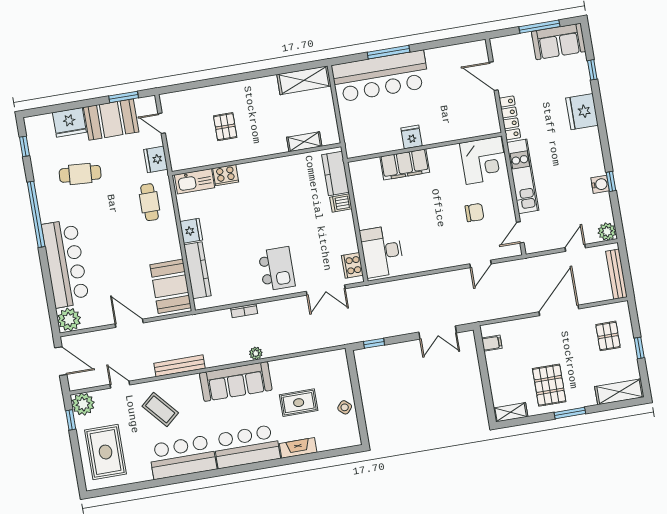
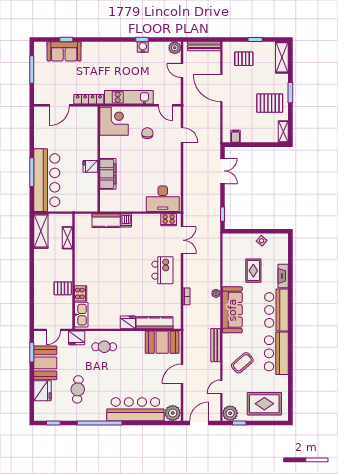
sofa: (559, 41) -> (64, 51), moved, turned 90
fridge: (582, 112) -> (93, 51), removed
shelving: (304, 142) -> (67, 238), moved
wall: (256, 159) -> (73, 271), moved
cooker: (226, 175) -> (81, 293), moved
kitchen sink: (194, 181) -> (81, 315), moved
kitchen island: (277, 269) -> (162, 270), turned 90

